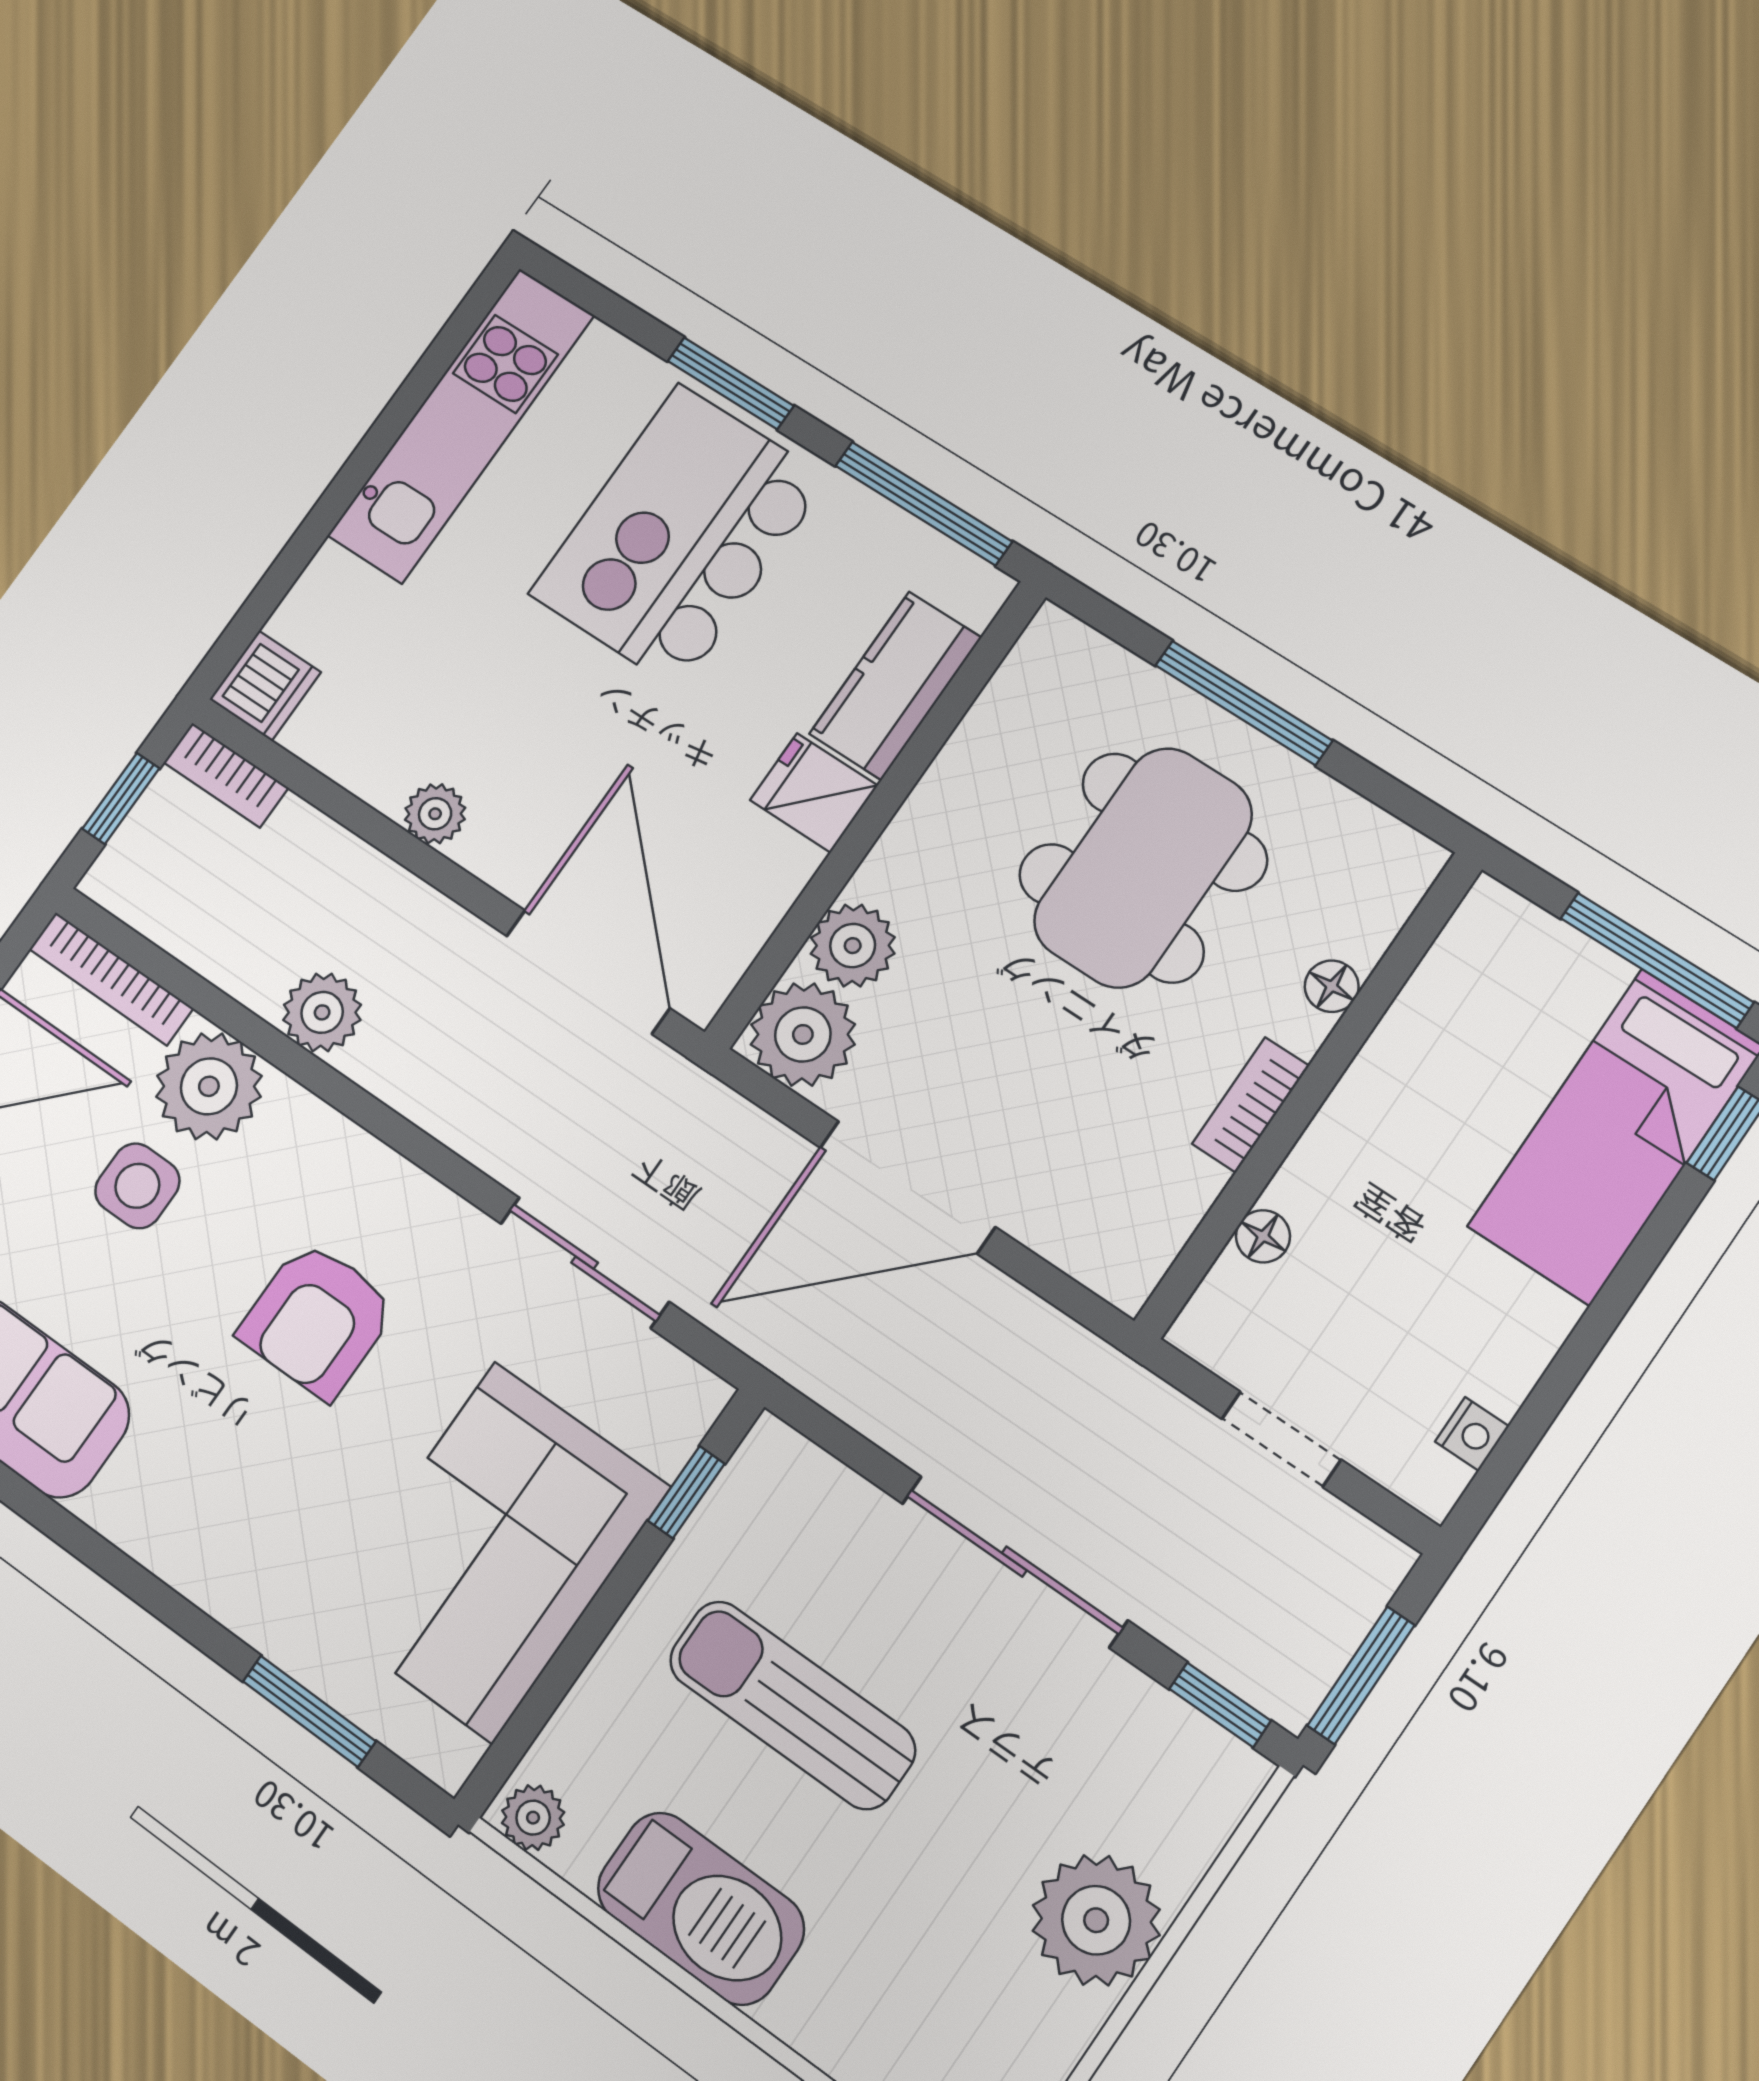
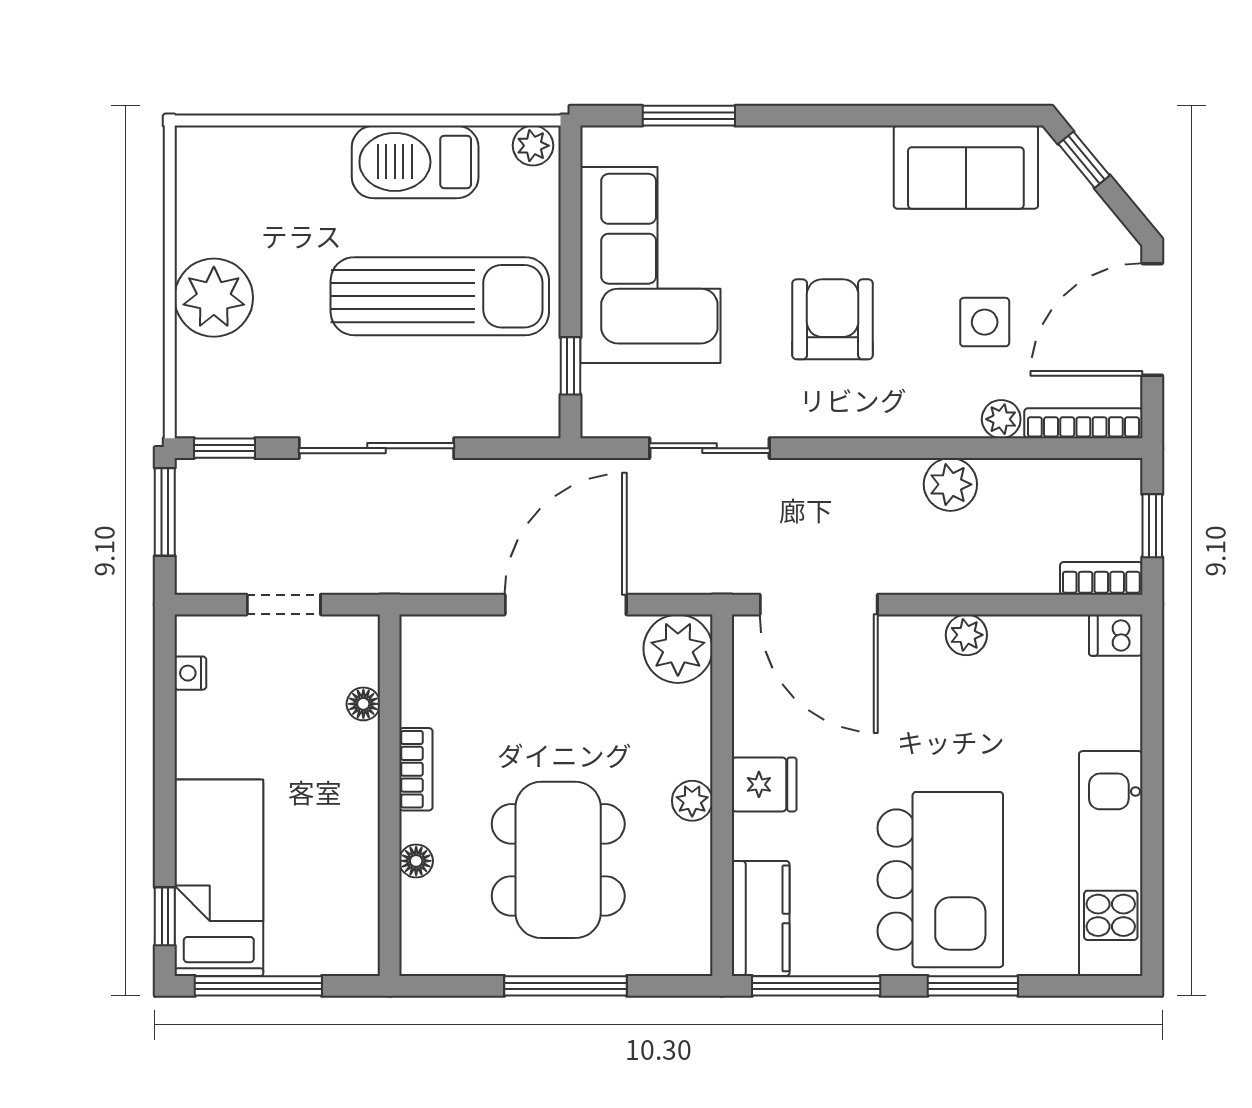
dishwasher: (265, 686) -> (1116, 635), width x0.73
kitchen counter: (895, 686) -> (761, 918), moved
plant: (853, 946) -> (692, 801), moved, width x0.73, depth x0.73
plant: (209, 1086) -> (1001, 419), width x0.53, depth x0.53
sun lounger: (792, 1705) -> (440, 296), width x1.36, depth x1.34

